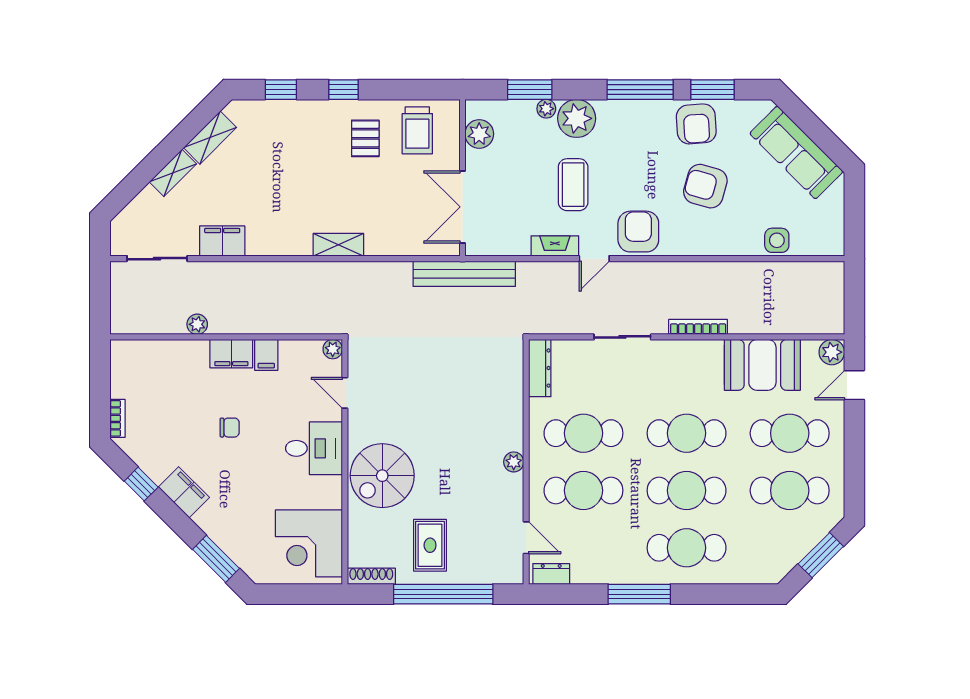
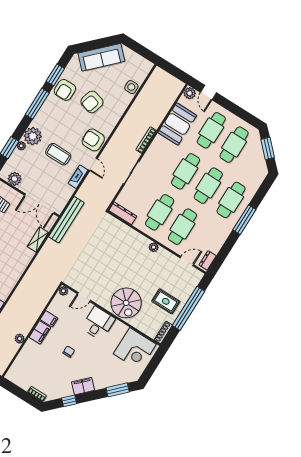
armchair: (696, 124) -> (65, 90), turned 94
shelving: (338, 245) -> (38, 240), moved
window: (639, 594) -> (244, 220), moved

